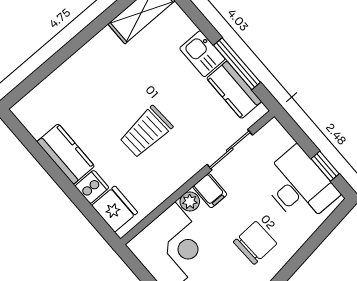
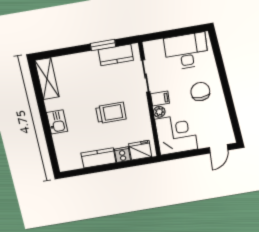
kitchen sink: (202, 54) -> (57, 122), moved, turned -90
window: (237, 64) -> (103, 45), width x0.69
trolley: (146, 132) -> (111, 113), turned -87
window: (325, 166) -> (185, 31), removed

